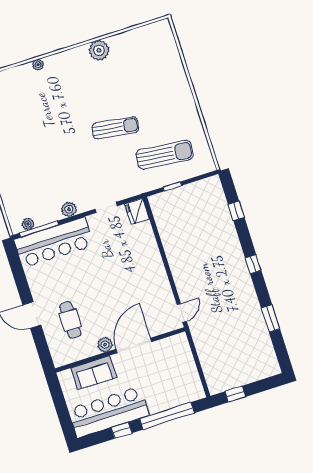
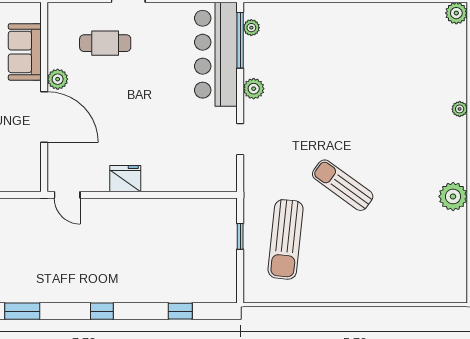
sun lounger: (115, 128) -> (343, 185), turned 118
fridge: (137, 211) -> (125, 179), moved

